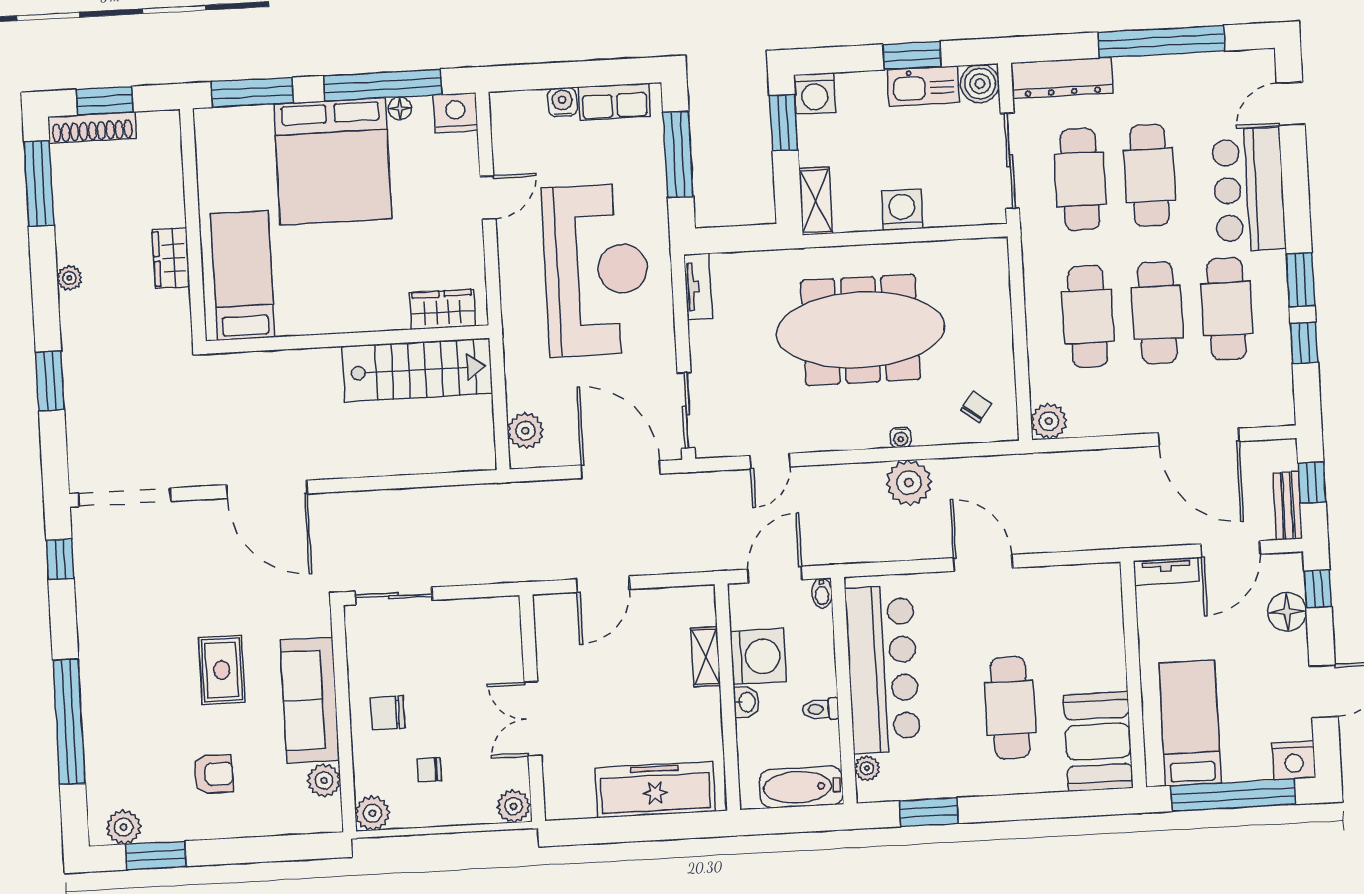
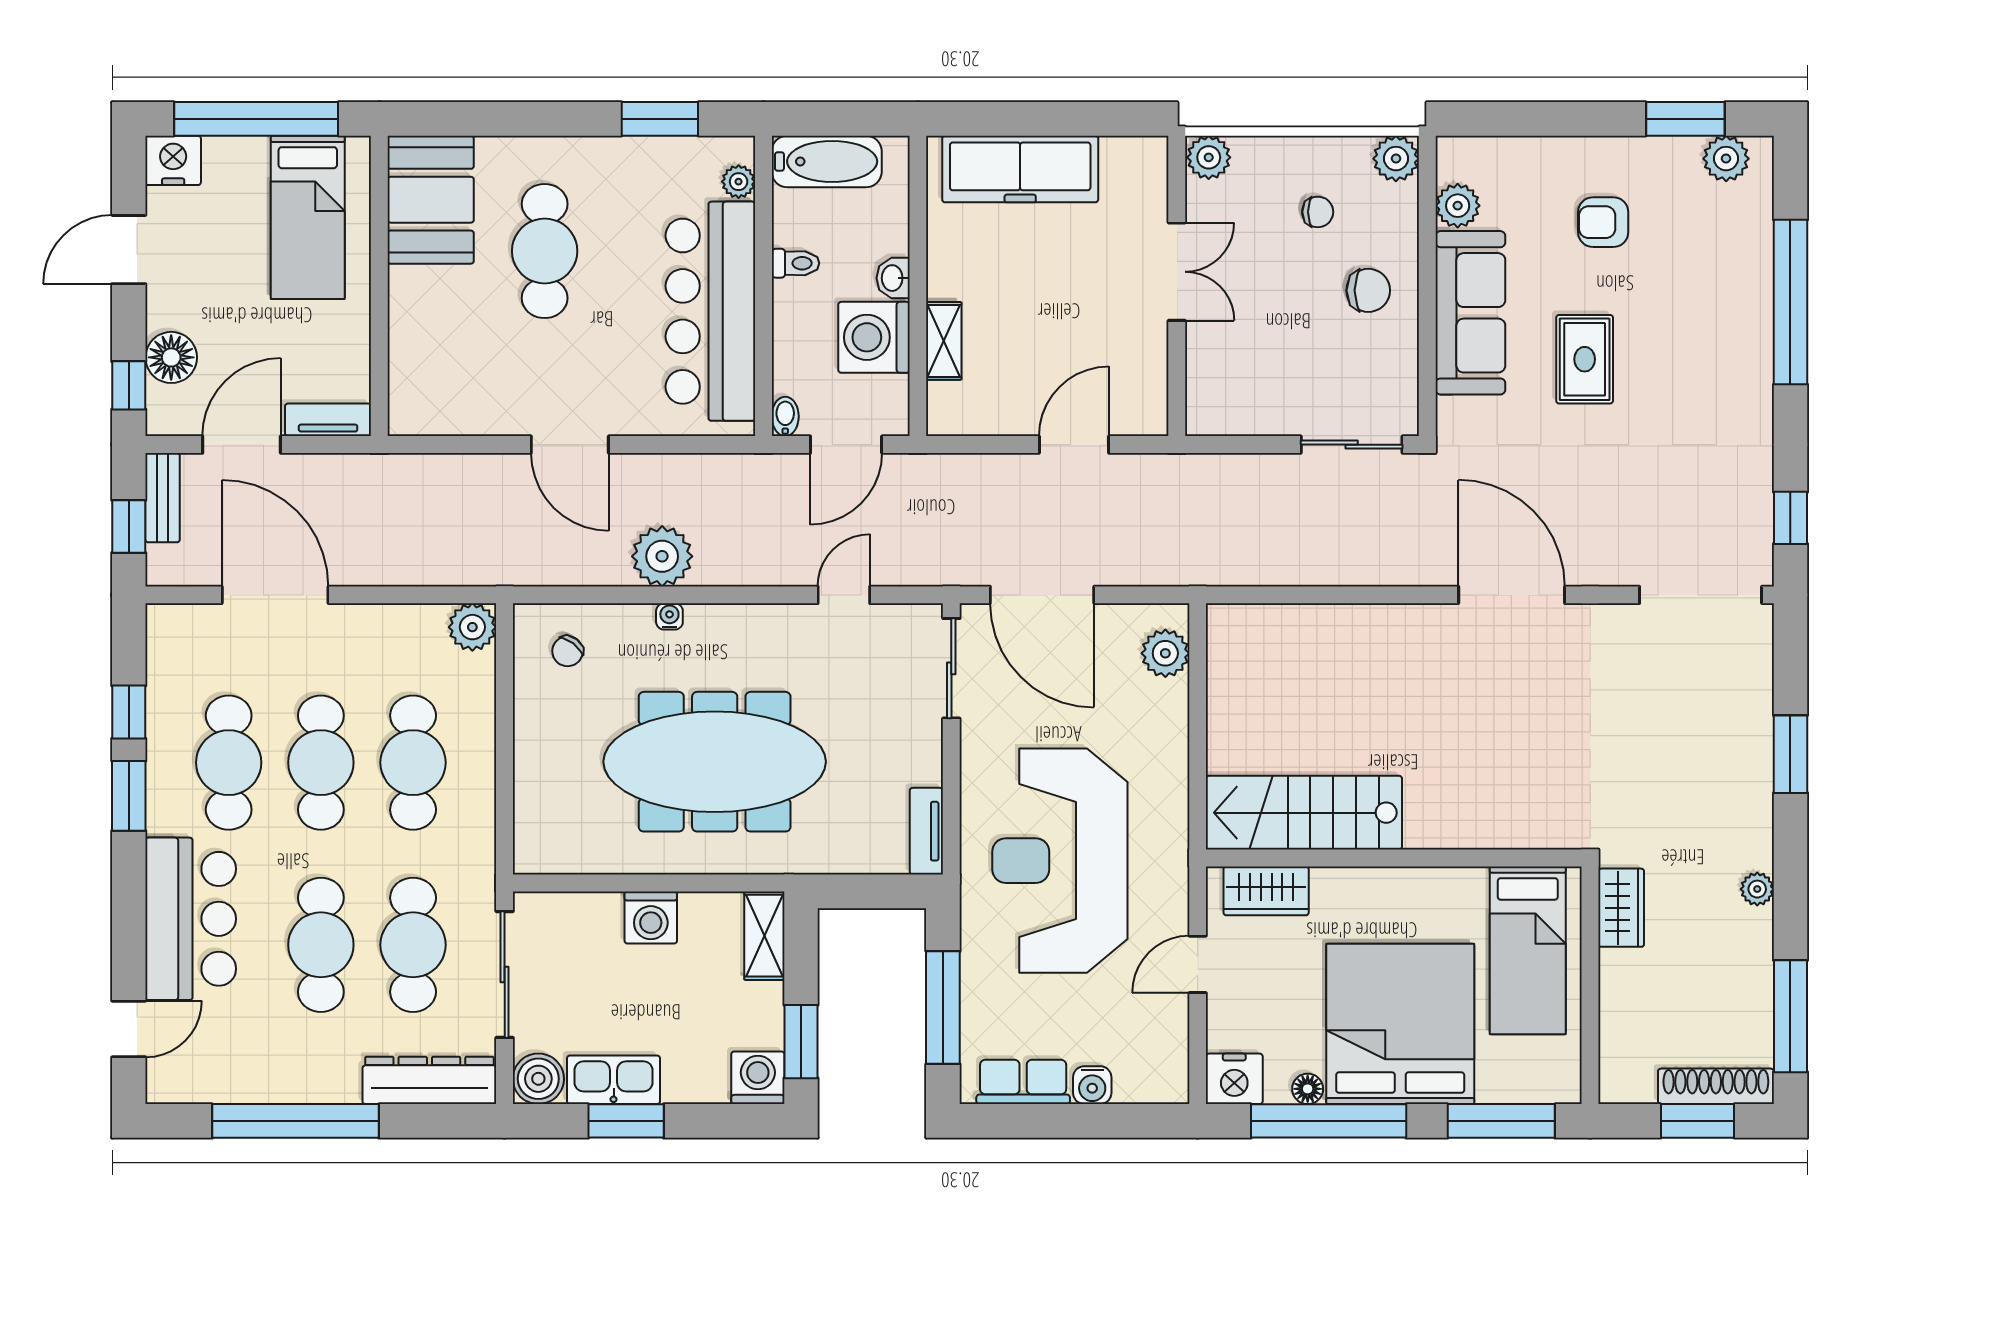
bed: (243, 276) -> (1528, 950), moved
wardrobe: (442, 309) -> (1266, 891), moved
wall: (348, 340) -> (1394, 858), moved
stairs: (417, 370) -> (1304, 813), moved

